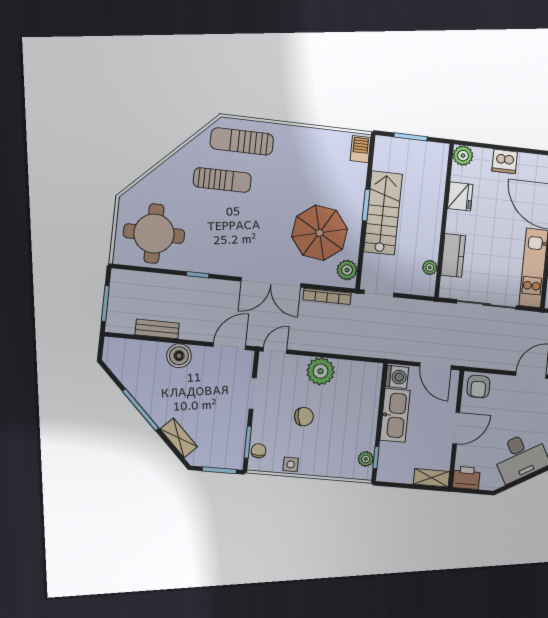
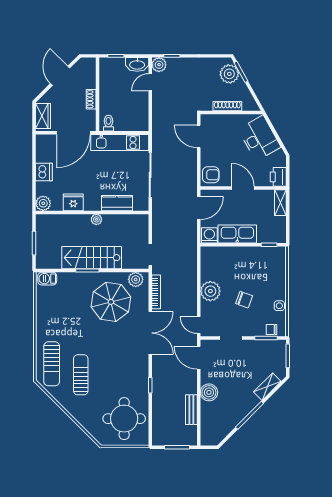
plant: (430, 268) -> (96, 219), moved
chair: (304, 417) -> (244, 300), turned 120
plant: (366, 459) -> (271, 252), removed

